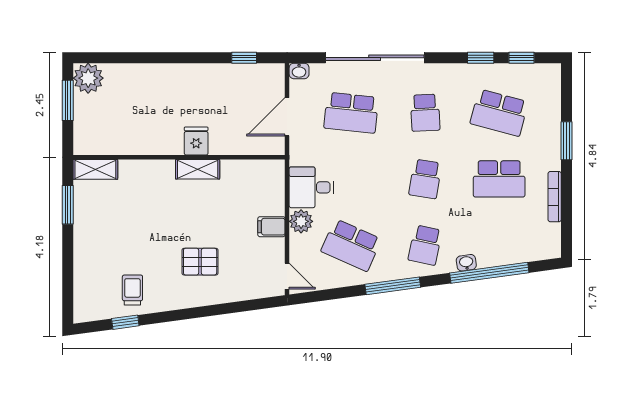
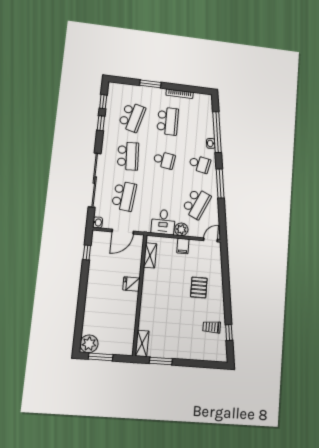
school desk: (425, 113) -> (128, 156), width x1.85
door: (287, 117) -> (123, 232), hinge flipped
shelving: (198, 169) -> (150, 255), moved

